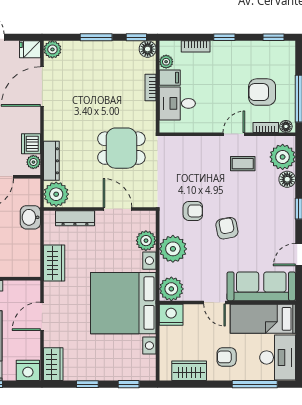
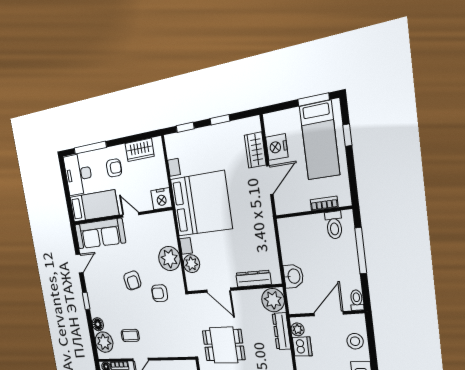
wardrobe: (54, 263) -> (266, 234), removed
plant: (171, 289) -> (165, 222), removed
wardrobe: (53, 364) -> (255, 150), moved
nightstand: (28, 370) -> (277, 147), moved, turned -90

